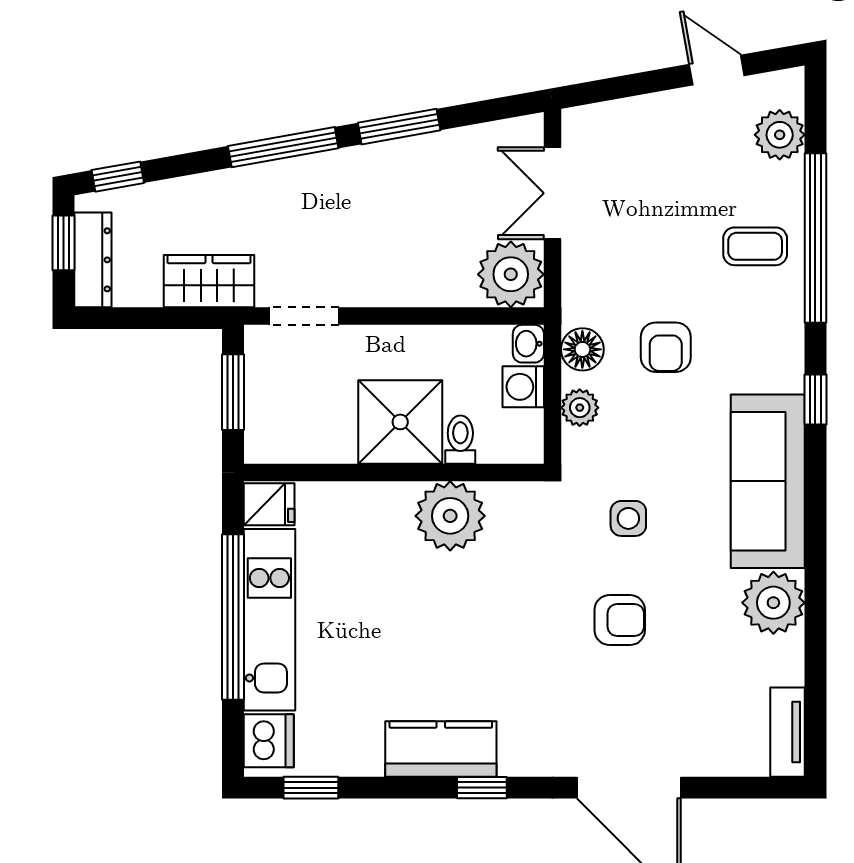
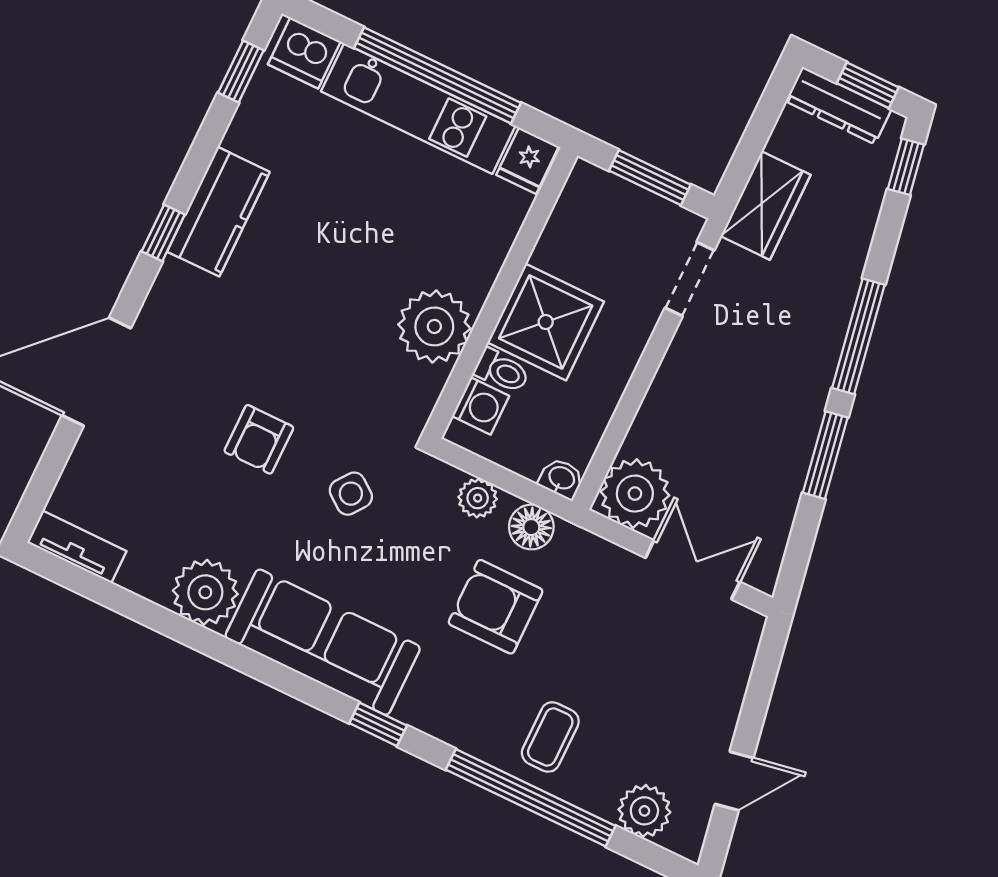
armchair: (666, 347) -> (496, 607), width x1.38, depth x1.38
washing machine: (523, 387) -> (481, 406), moved, turned 90
side table: (628, 518) -> (351, 494), turned 37

